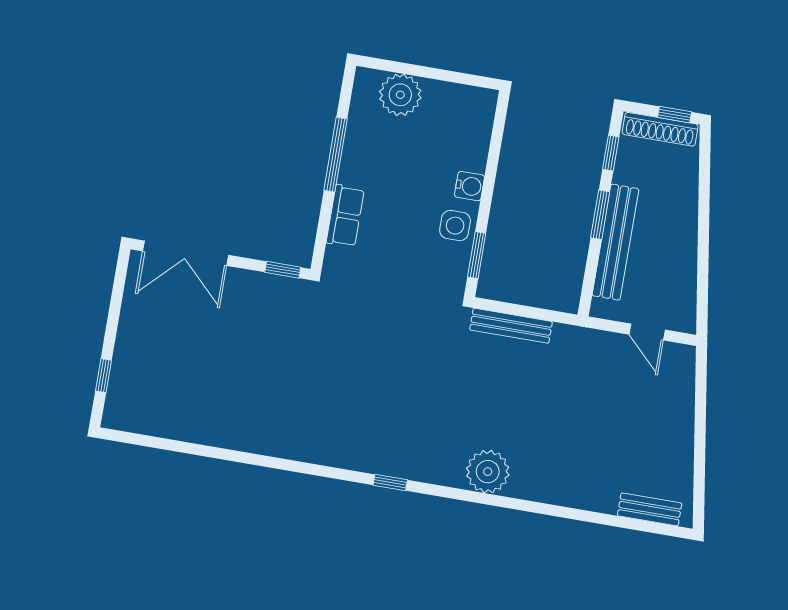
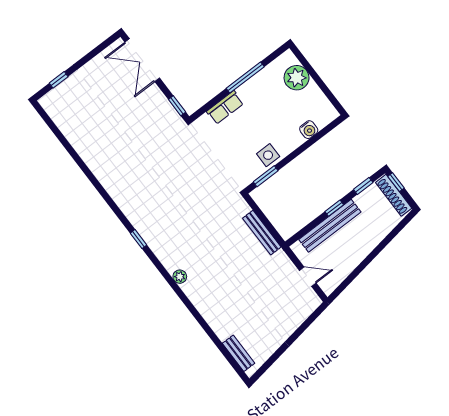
window: (675, 115) -> (396, 182), moved
water cooler: (470, 186) -> (309, 130), moved
window: (600, 215) -> (334, 208), width x0.67
bench: (511, 326) -> (262, 233), moved
door: (647, 332) -> (308, 277), swing flipped
plant: (488, 472) -> (180, 277), width x0.53, depth x0.53

